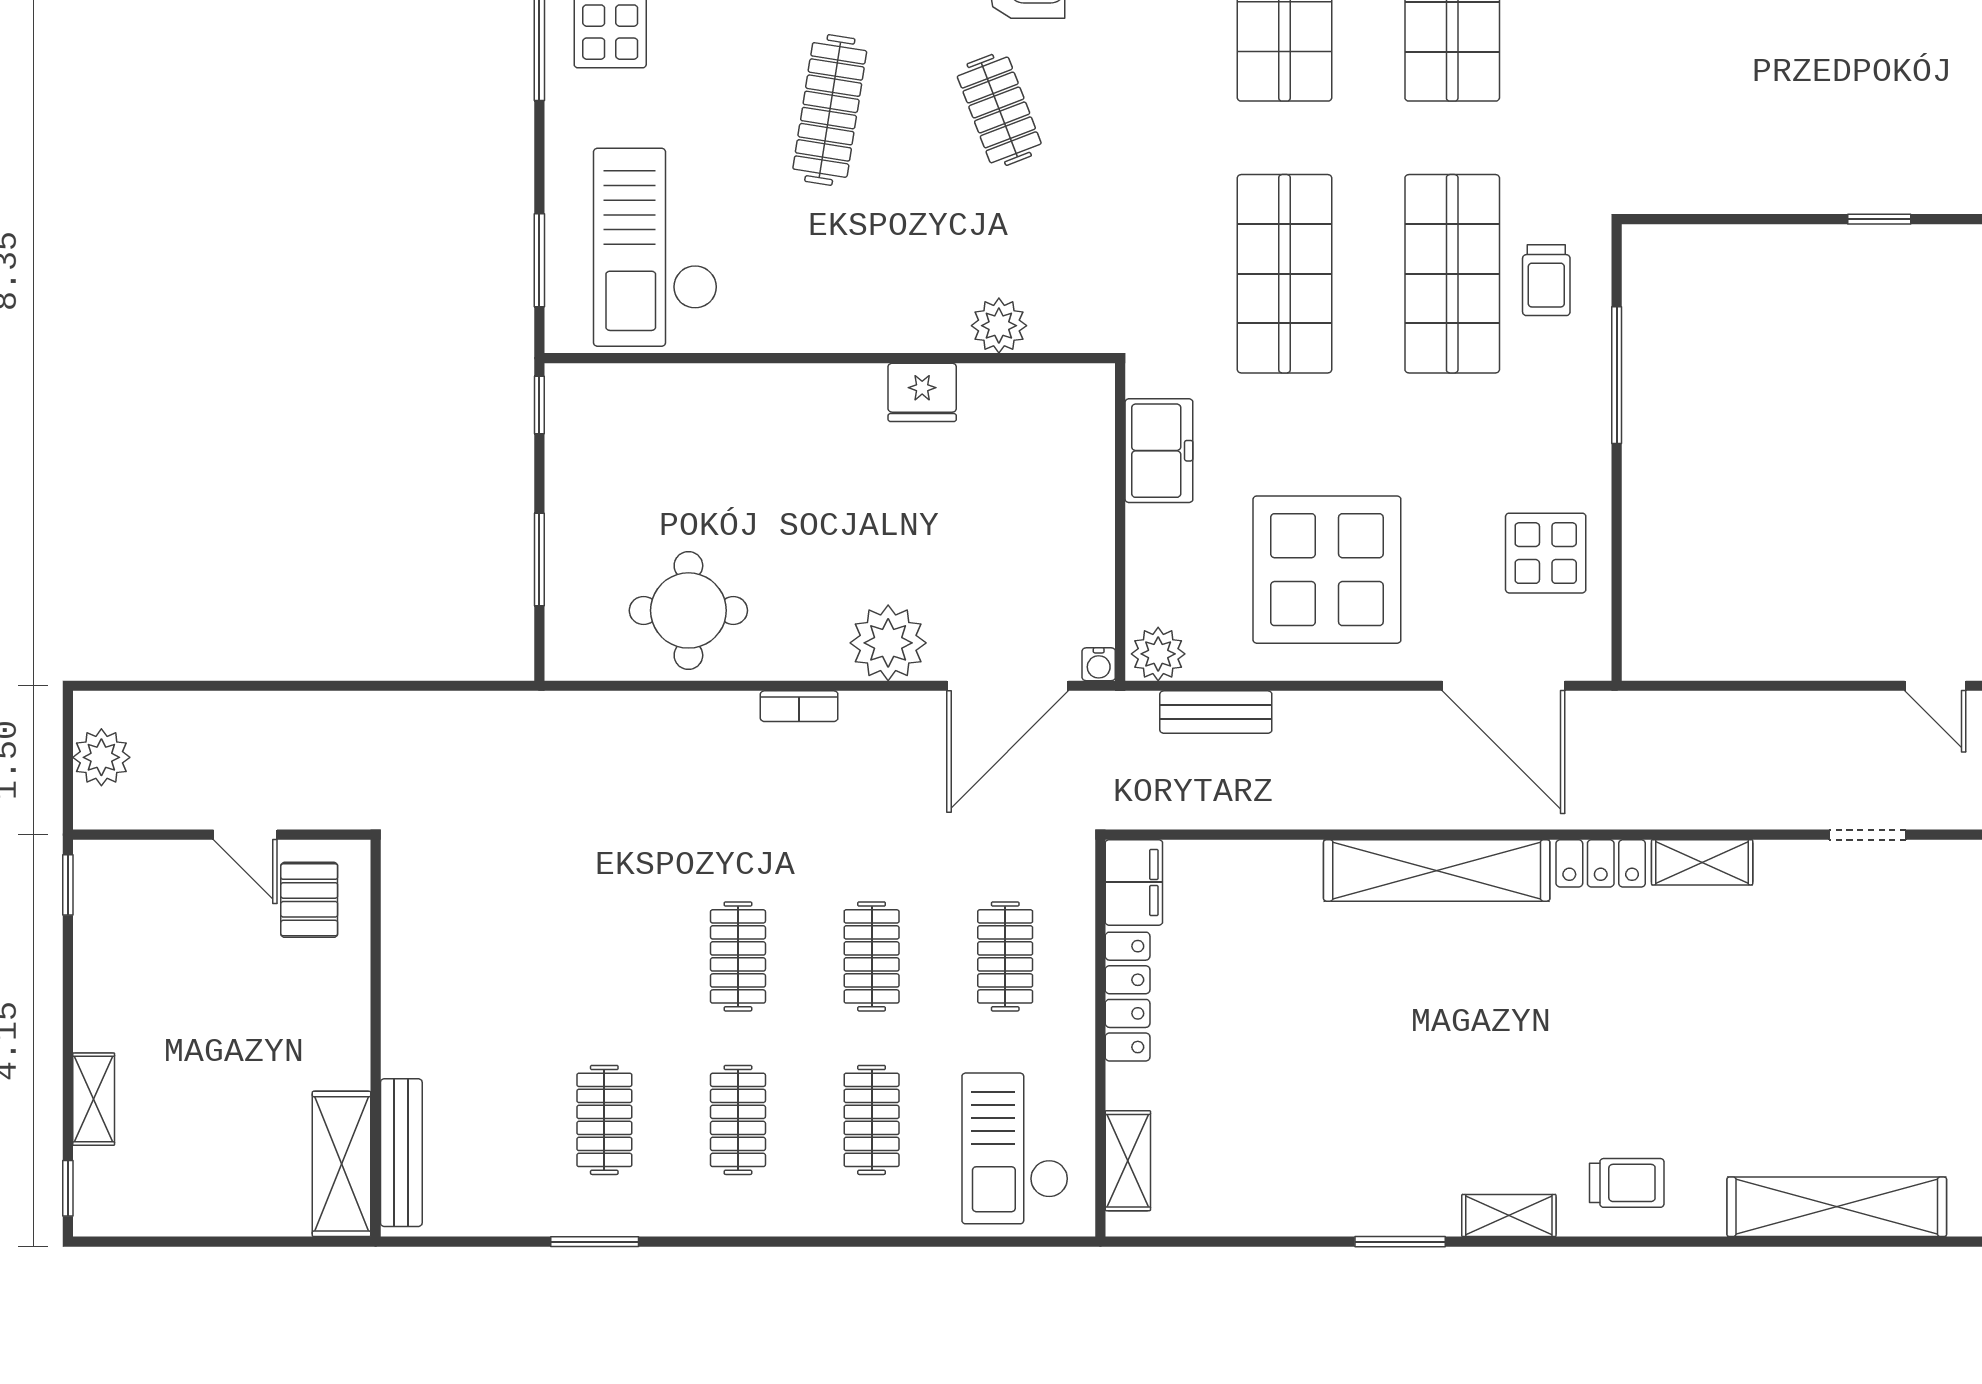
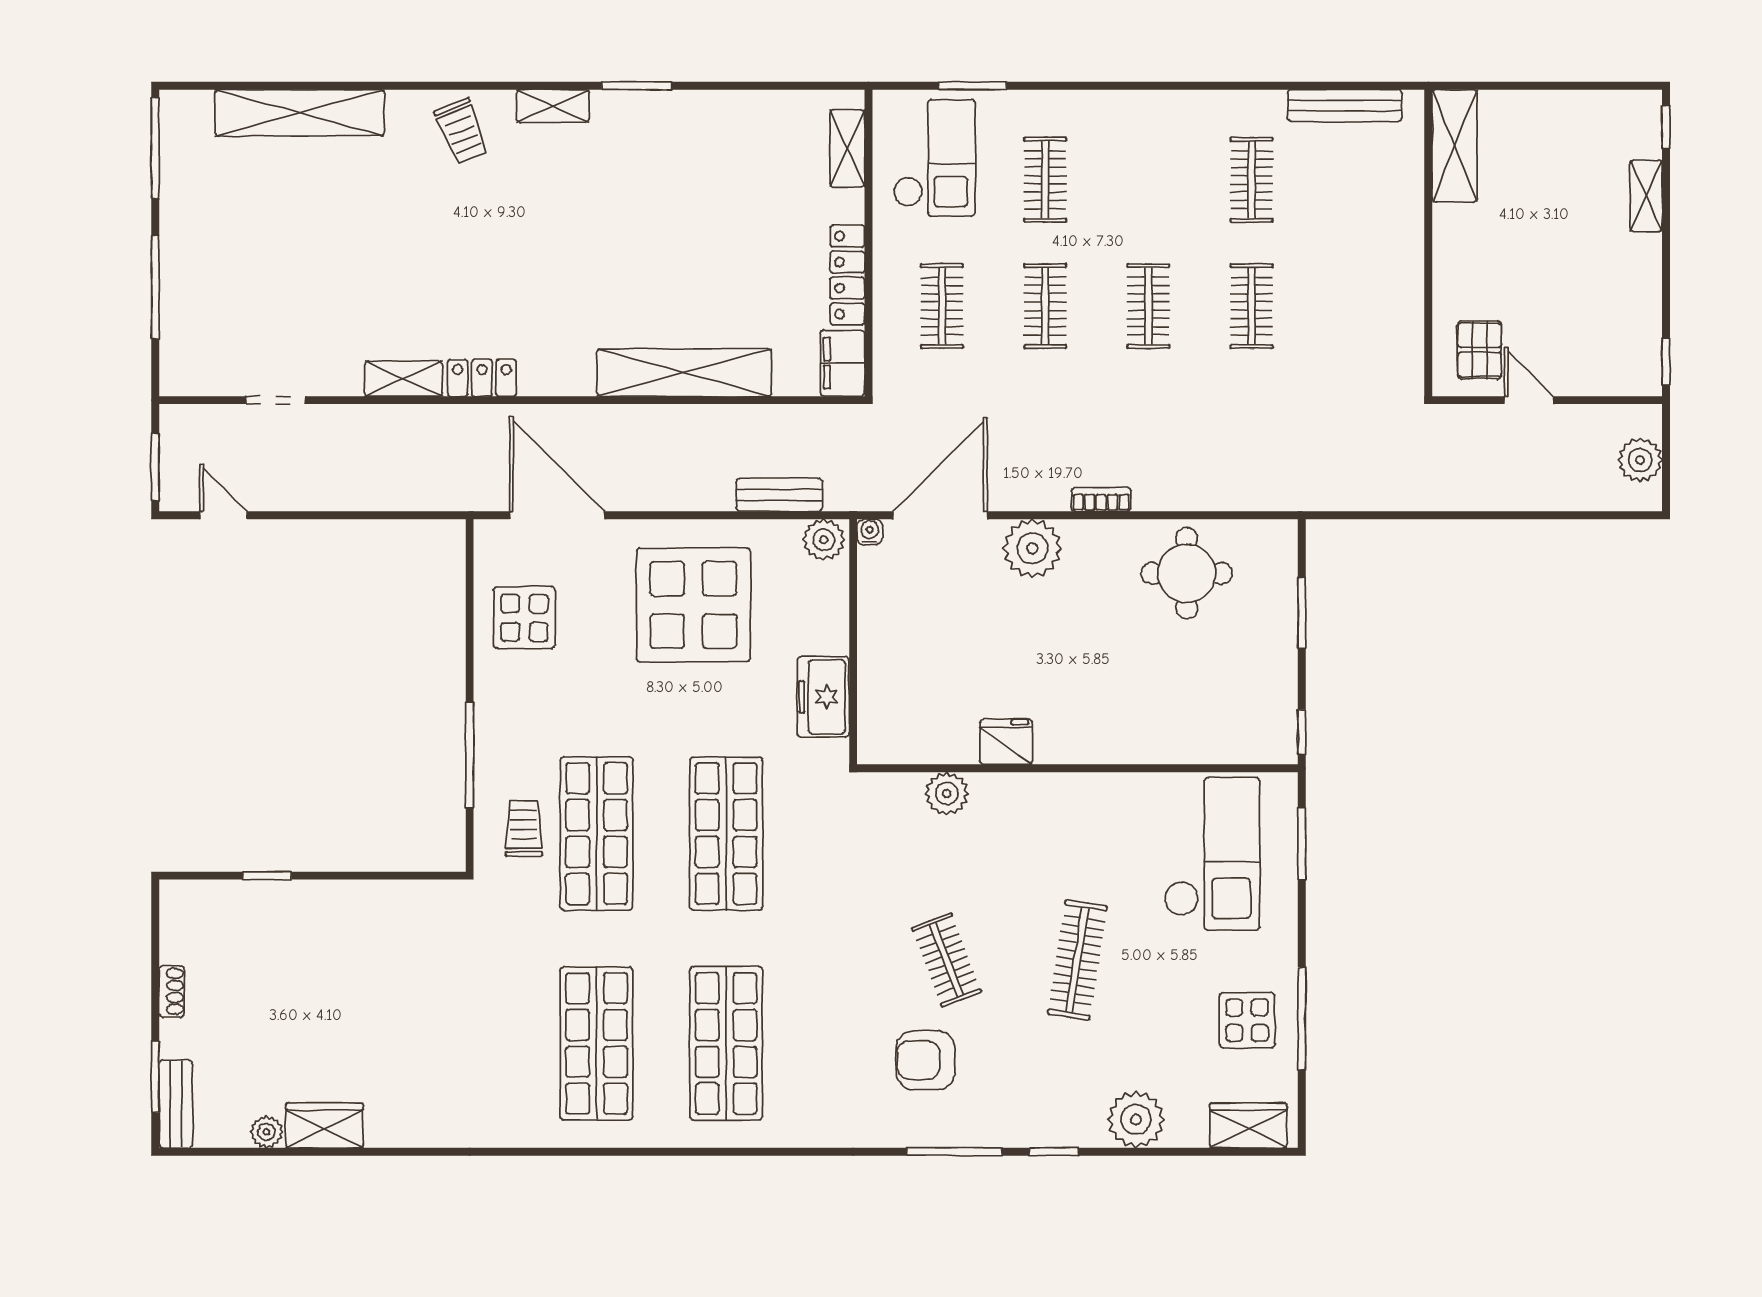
shelving: (1437, 870) -> (684, 373), moved
clothes rail: (738, 1120) -> (1252, 306), moved
bench: (401, 1153) -> (1345, 106), moved, turned 90
trolley: (1627, 1183) -> (462, 131), turned -112
window: (595, 1242) -> (973, 86), moved

